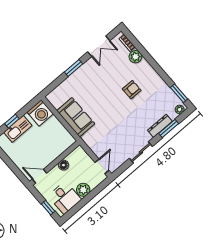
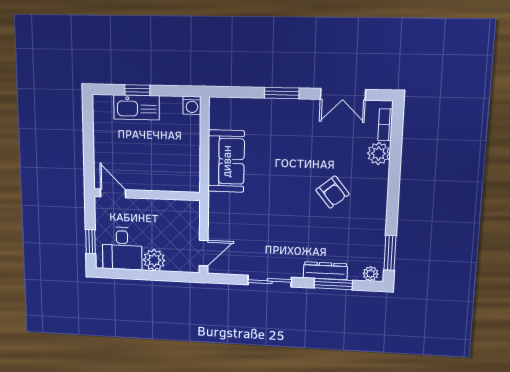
armchair: (132, 90) -> (333, 192), turned 51
washing machine: (40, 113) -> (192, 105), width x0.53, depth x0.53
floor lamp: (64, 165) -> (156, 207), removed

